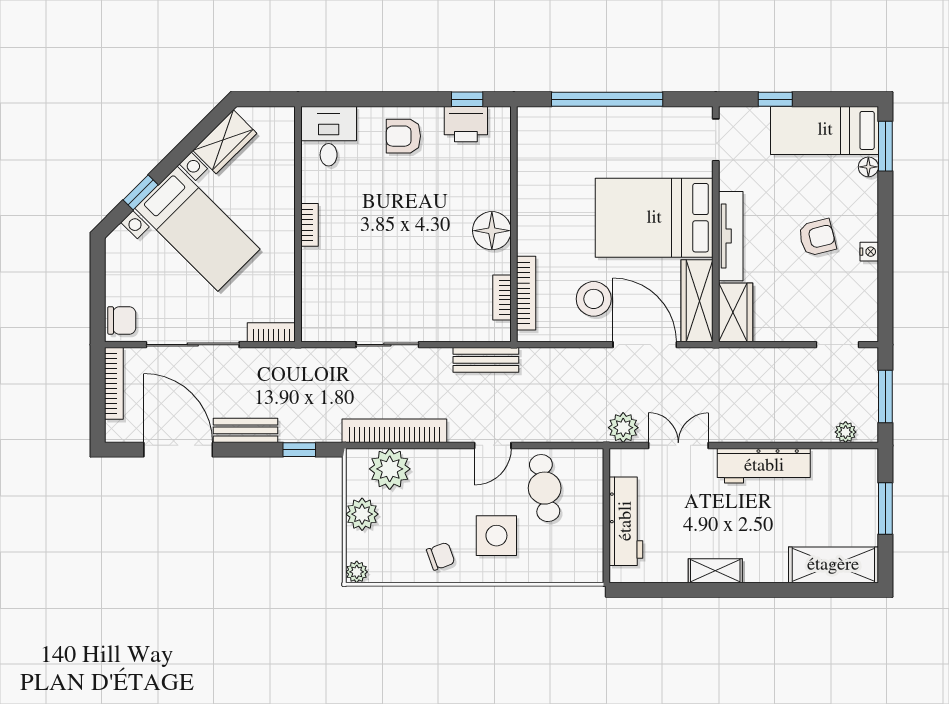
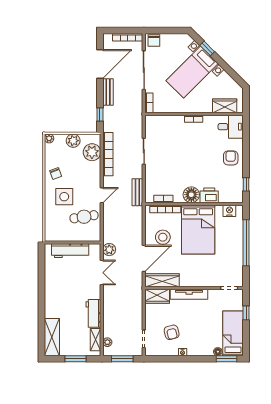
printer: (466, 124) -> (209, 195), moved, turned 90
nightstand: (530, 139) -> (229, 211), added
wardrobe: (225, 142) -> (225, 106), moved, turned 135
bed: (654, 218) -> (198, 230), moved, turned 180
armchair: (817, 237) -> (172, 332), moved
door: (493, 445) -> (102, 195), swing flipped
workbench: (764, 466) -> (93, 313), width x0.73
shelving: (715, 571) -> (96, 340), moved

